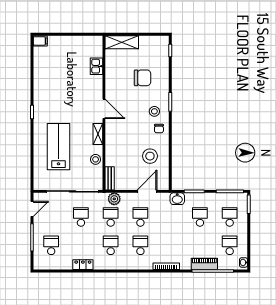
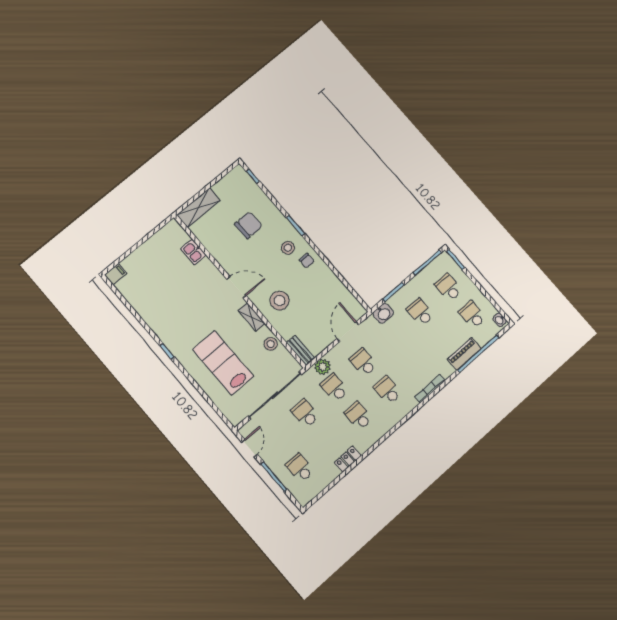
stool: (150, 156) -> (279, 301), moved

